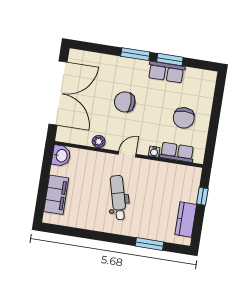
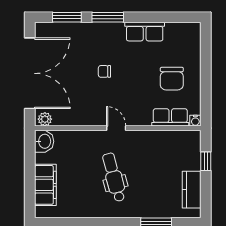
window: (170, 60) -> (67, 17), moved
chair: (125, 102) -> (104, 71), width x0.54, depth x0.54
plant: (99, 141) -> (45, 119), moved
water cooler: (154, 152) -> (195, 121), moved
door: (127, 154) -> (116, 128), hinge flipped

